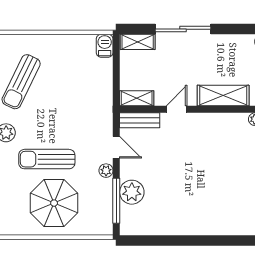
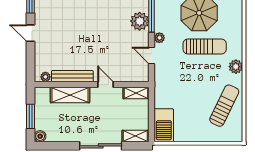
barbecue: (105, 46) -> (164, 125), width x1.88, depth x1.53
door: (177, 109) -> (105, 85), swing flipped
bench: (140, 120) -> (72, 76), moved, width x1.36

